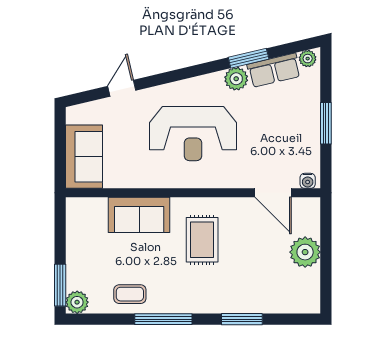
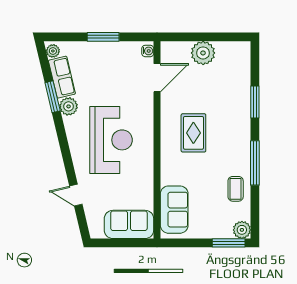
sofa: (139, 215) -> (174, 210), moved
rug: (202, 240) -> (193, 133), turned 90

